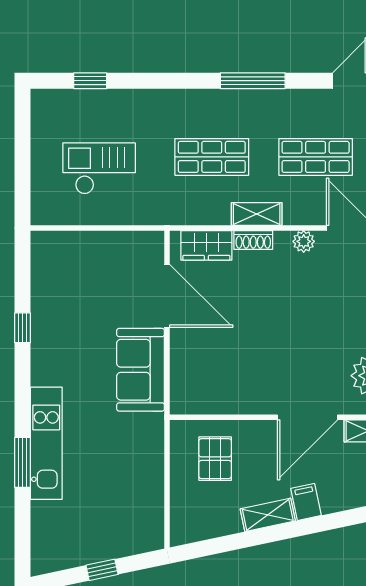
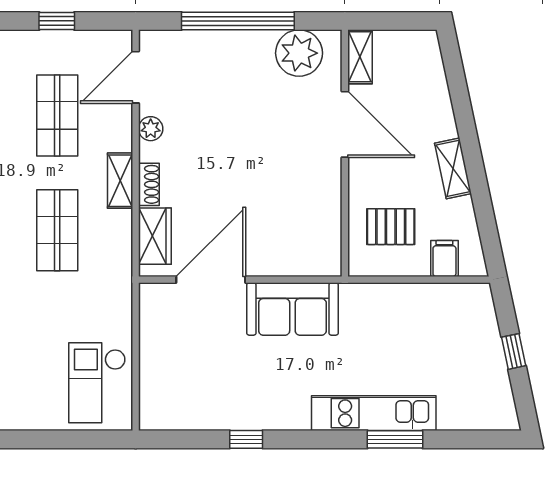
checkout: (99, 168) -> (97, 383), moved
filing cabinet: (306, 502) -> (444, 259), moved, turned 102

